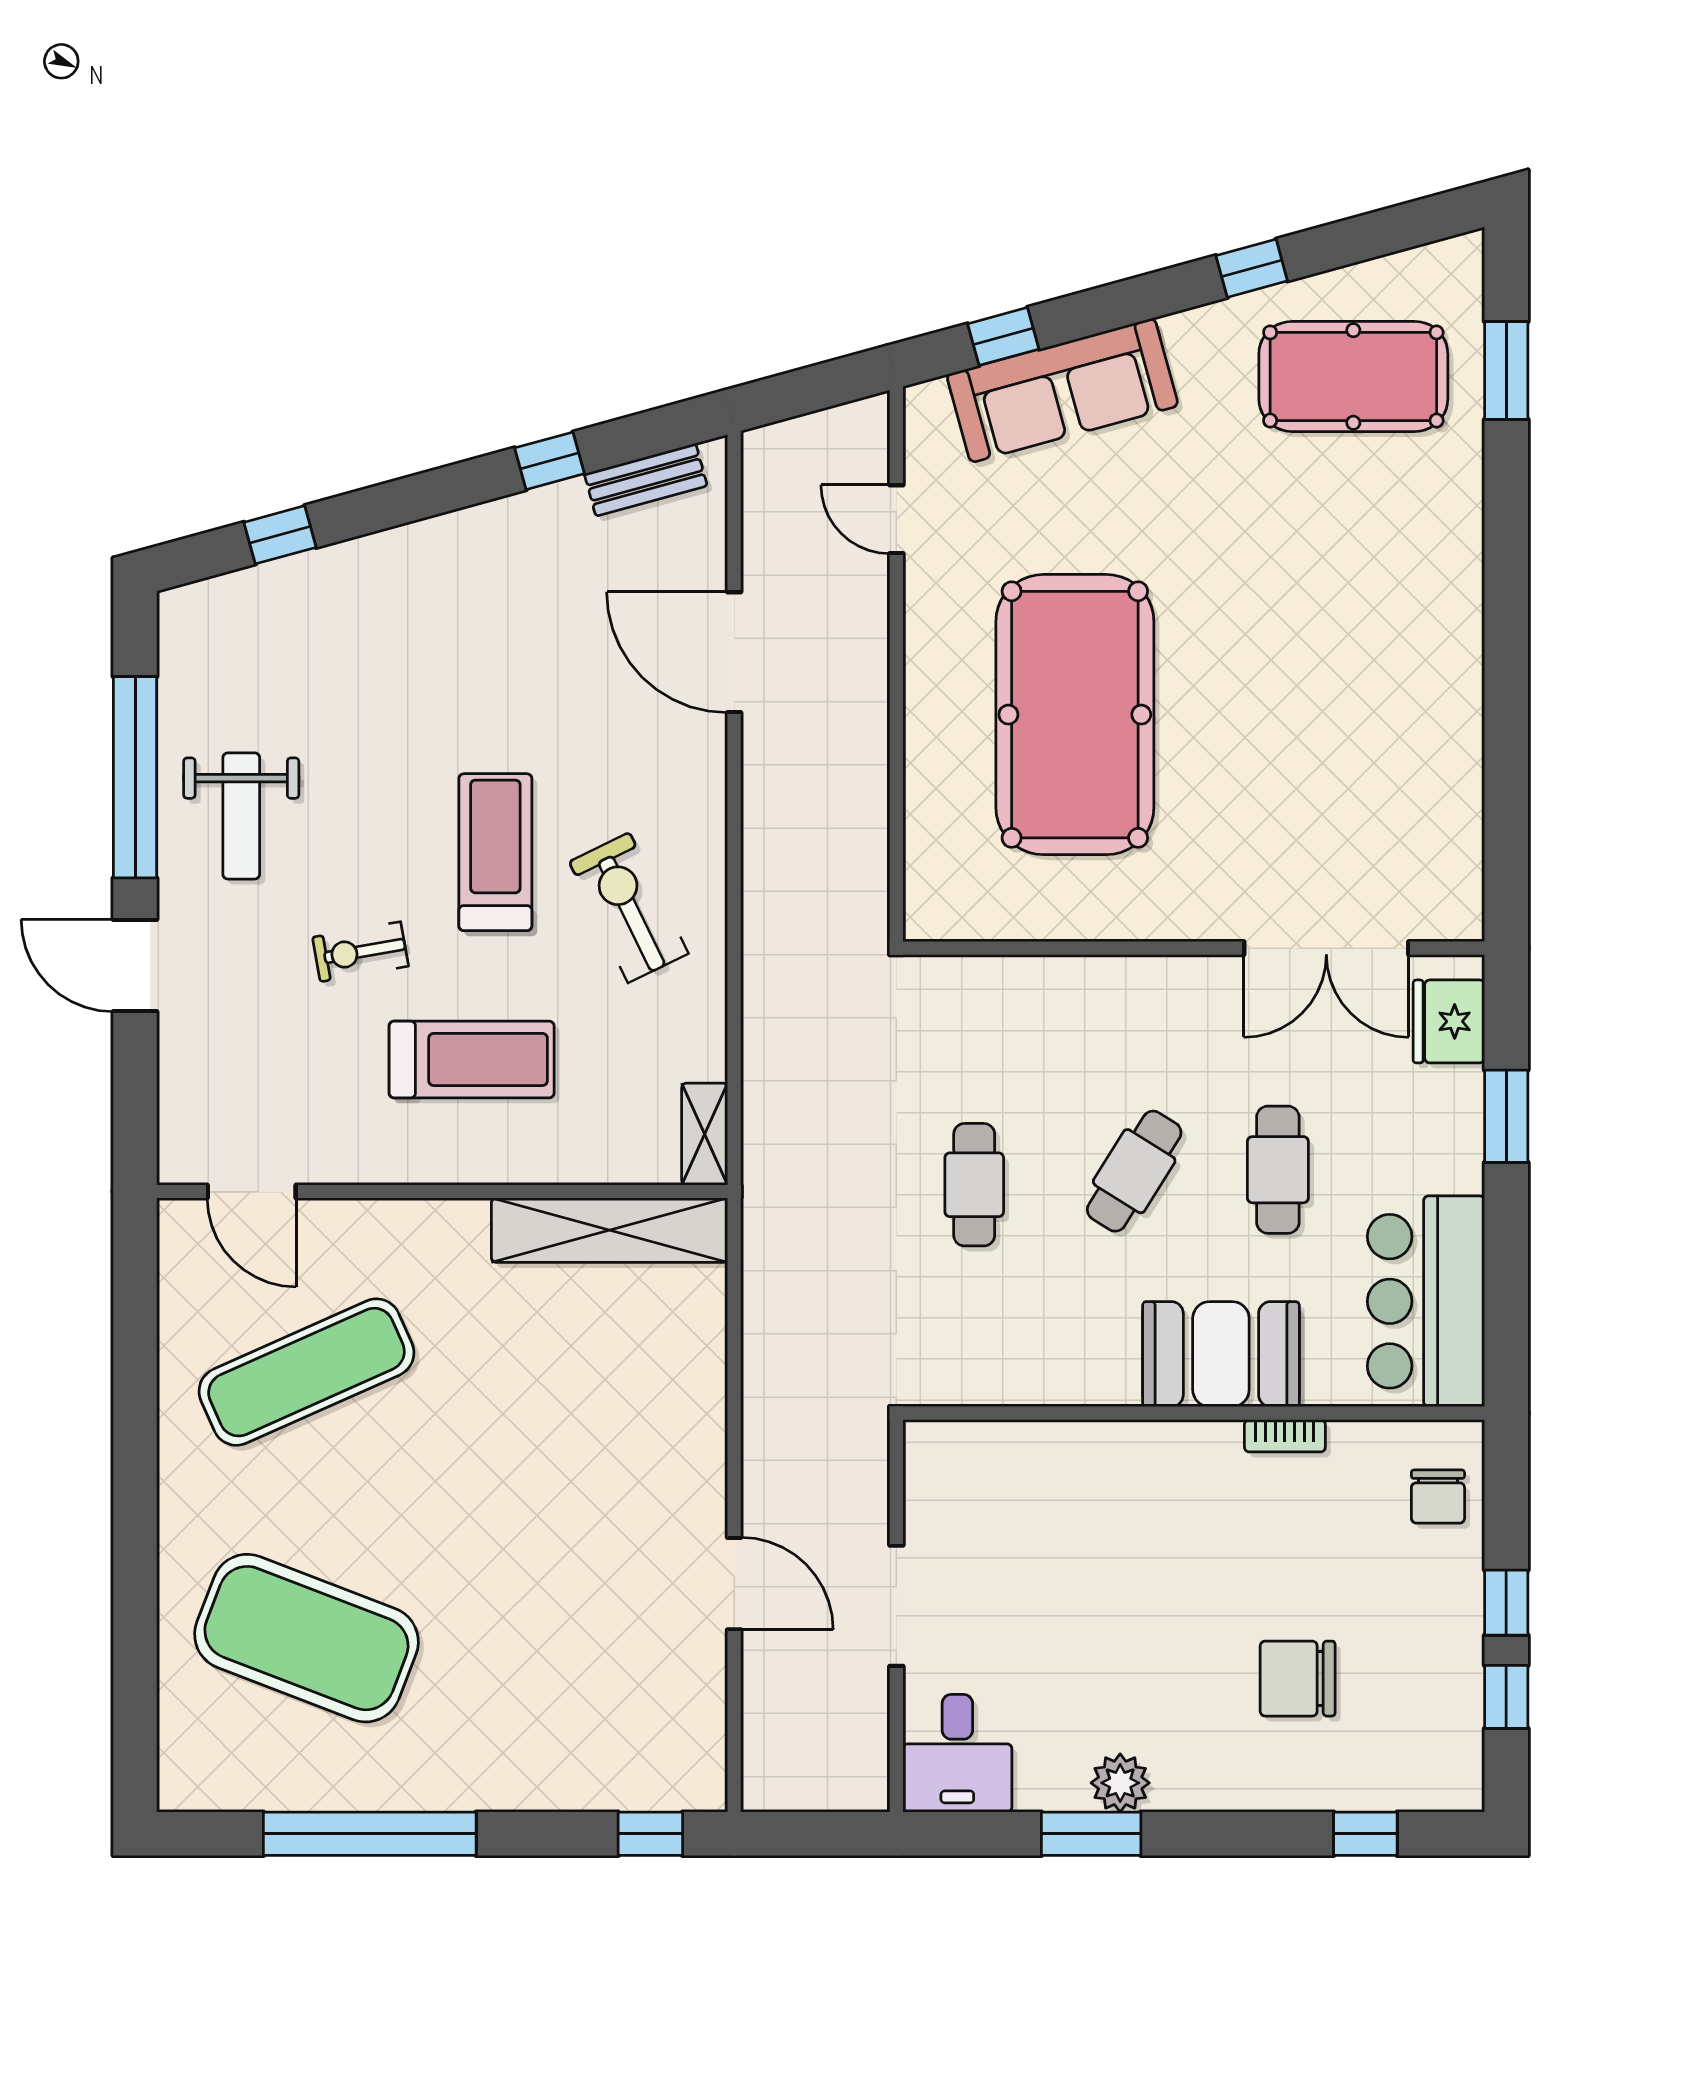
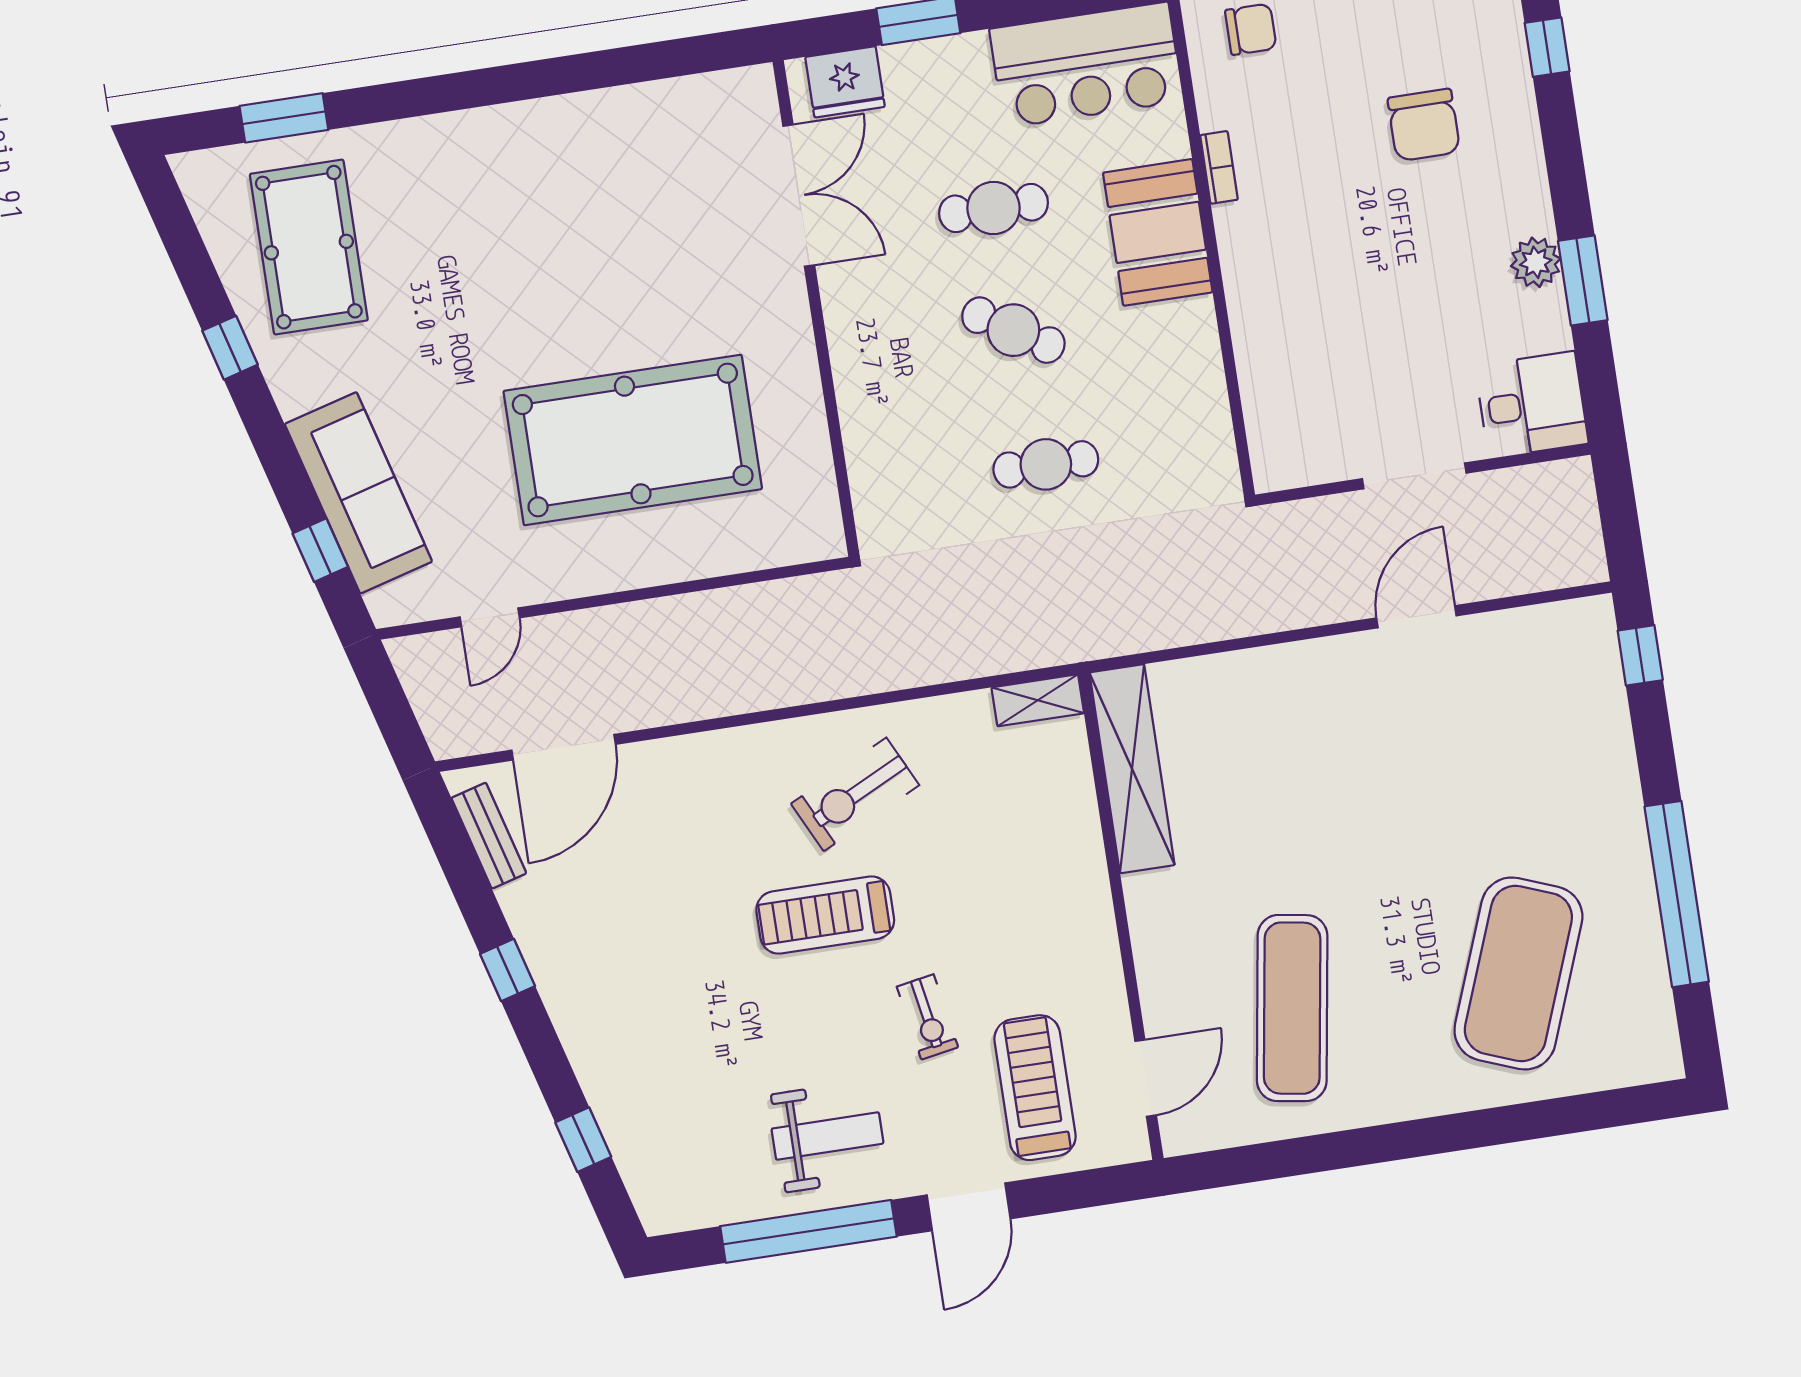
window: (550, 461) -> (508, 970), moved
door: (734, 652) -> (564, 747), moved
treadmill: (472, 1059) -> (1035, 1088), moved
exercise mat: (306, 1372) -> (1292, 1008), turned 33

